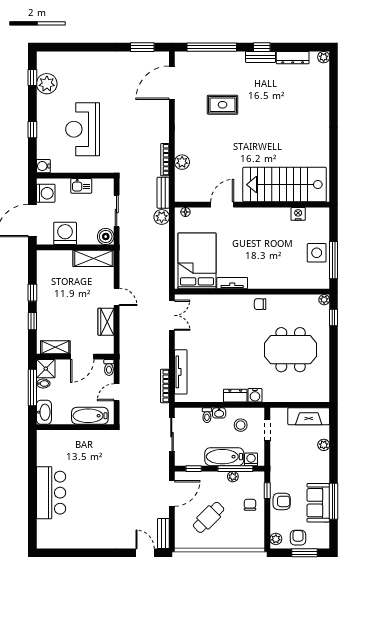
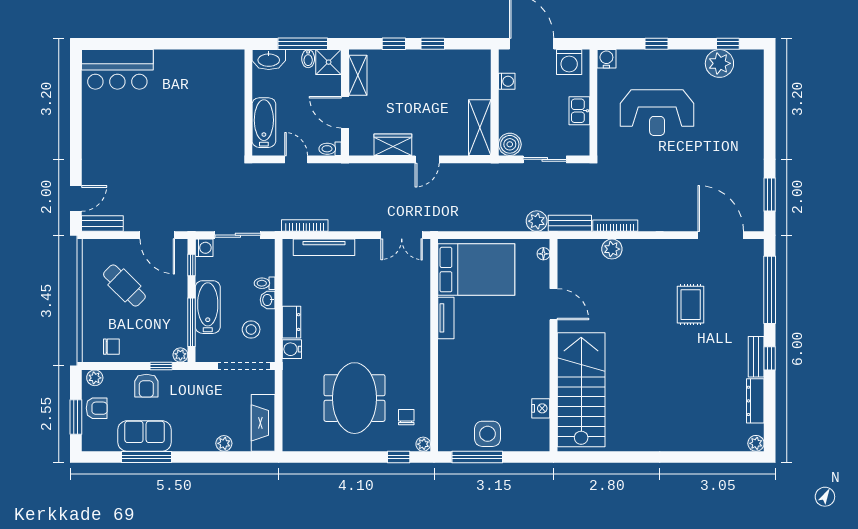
reception desk: (83, 129) -> (657, 113), turned 180
washing machine: (65, 233) -> (507, 81), width x0.53, depth x0.53
chair: (260, 304) -> (406, 417), moved
doorway: (267, 430) -> (244, 366), width x1.88
washing machine: (251, 459) -> (204, 248), moved
plant: (233, 477) -> (180, 355), moved
bar counter: (51, 493) -> (117, 69), moved
chair: (250, 505) -> (111, 347), moved

